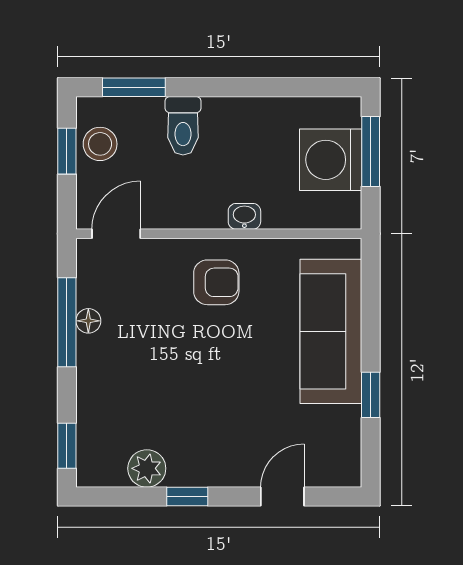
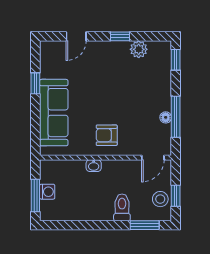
washing machine: (331, 160) -> (47, 192), width x0.53, depth x0.53

